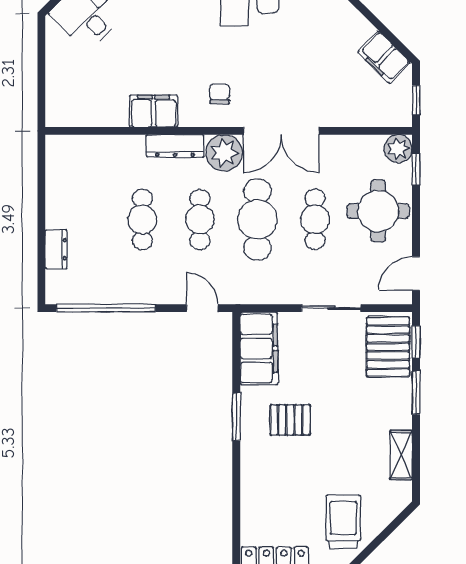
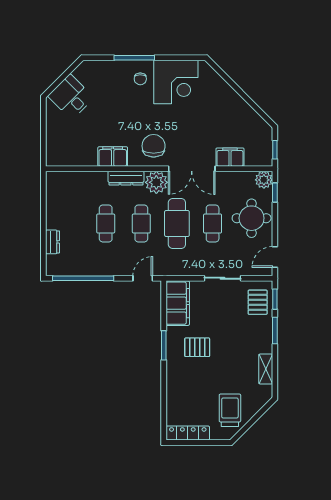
filing cabinet: (384, 57) -> (230, 157), moved, turned 135
chair: (220, 94) -> (154, 146), width x1.87, depth x1.87
door: (202, 308) -> (143, 278), hinge flipped
pallet: (388, 347) -> (258, 302), width x0.67, depth x0.71

